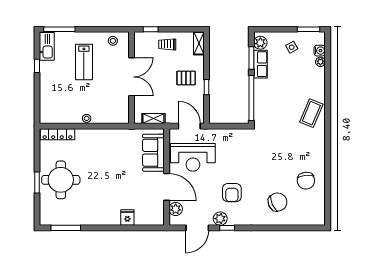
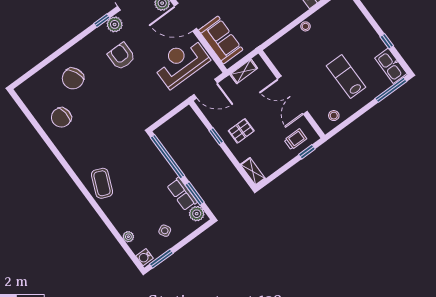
trolley: (167, 44) -> (295, 139), moved
water cooler: (320, 51) -> (144, 257), moved
chair: (306, 181) -> (61, 117), turned -90

